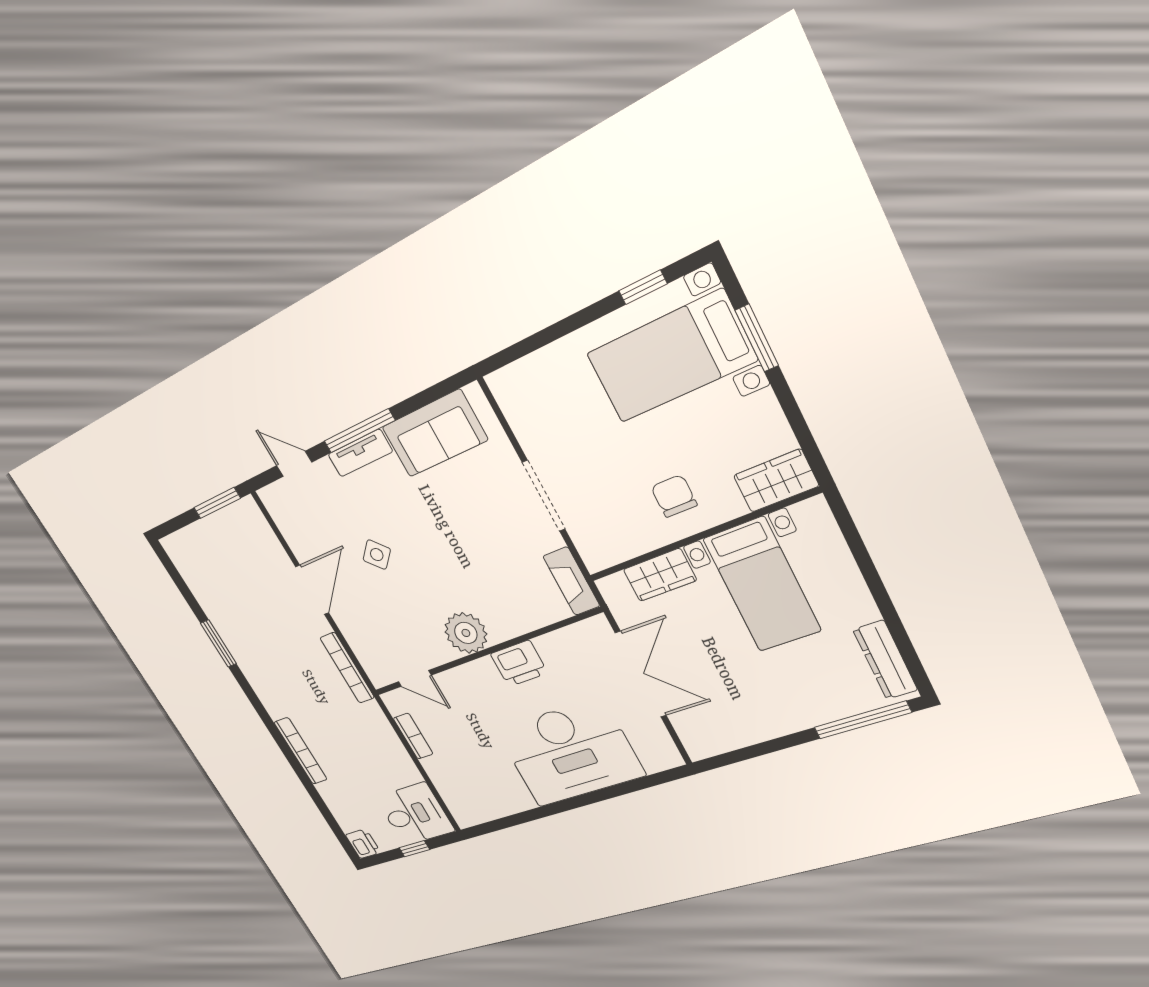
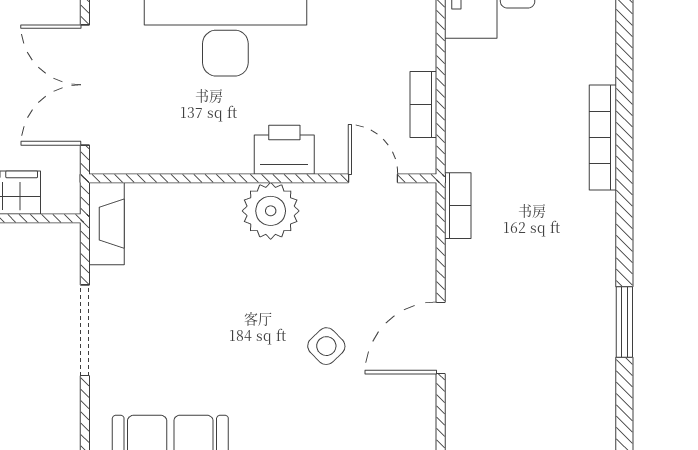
printer: (519, 663) -> (284, 150), moved
bookcase: (347, 668) -> (458, 206), width x0.64

